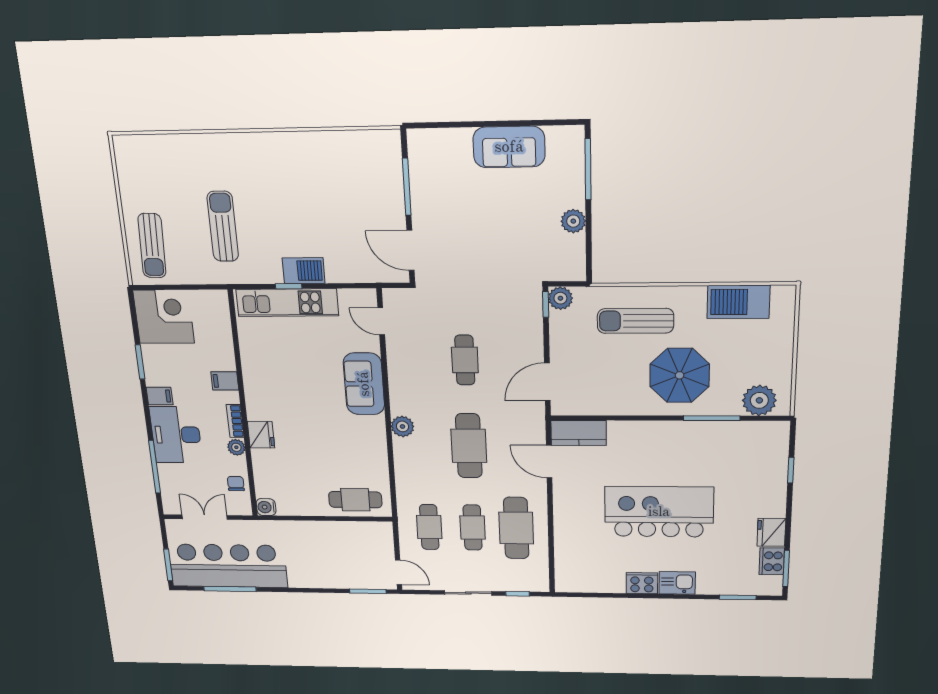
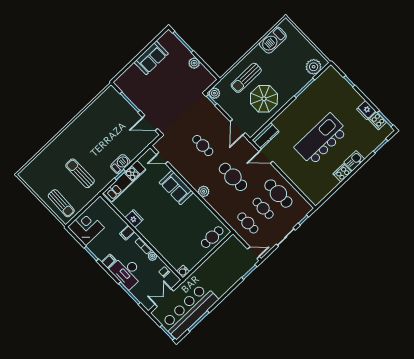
parasol: (680, 375) -> (264, 99), moved
fridge: (261, 435) -> (134, 219), moved

